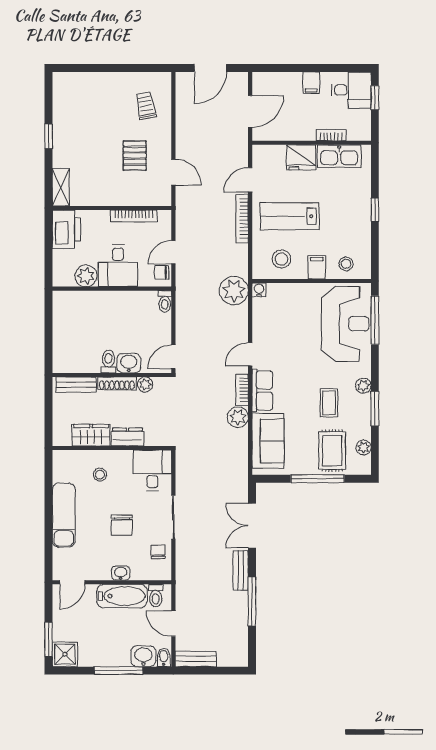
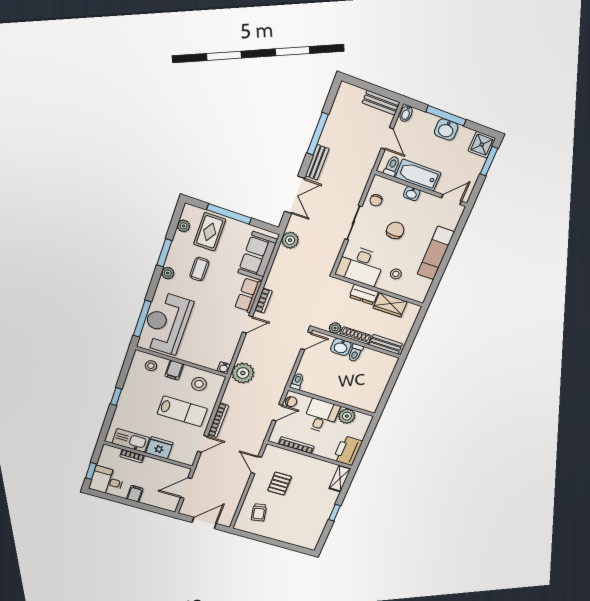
plant: (238, 417) -> (290, 240), moved
desk: (152, 470) -> (360, 265), width x1.37
washbasin: (143, 656) -> (446, 130), moved

